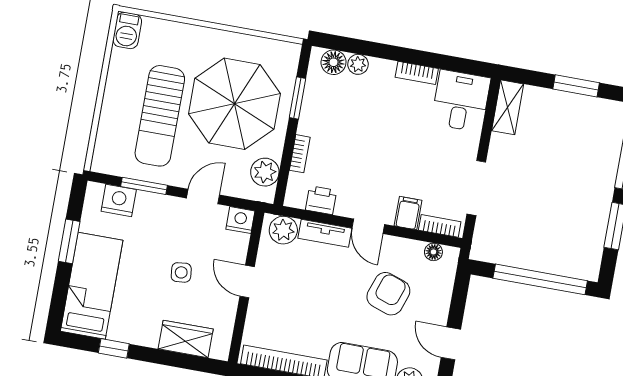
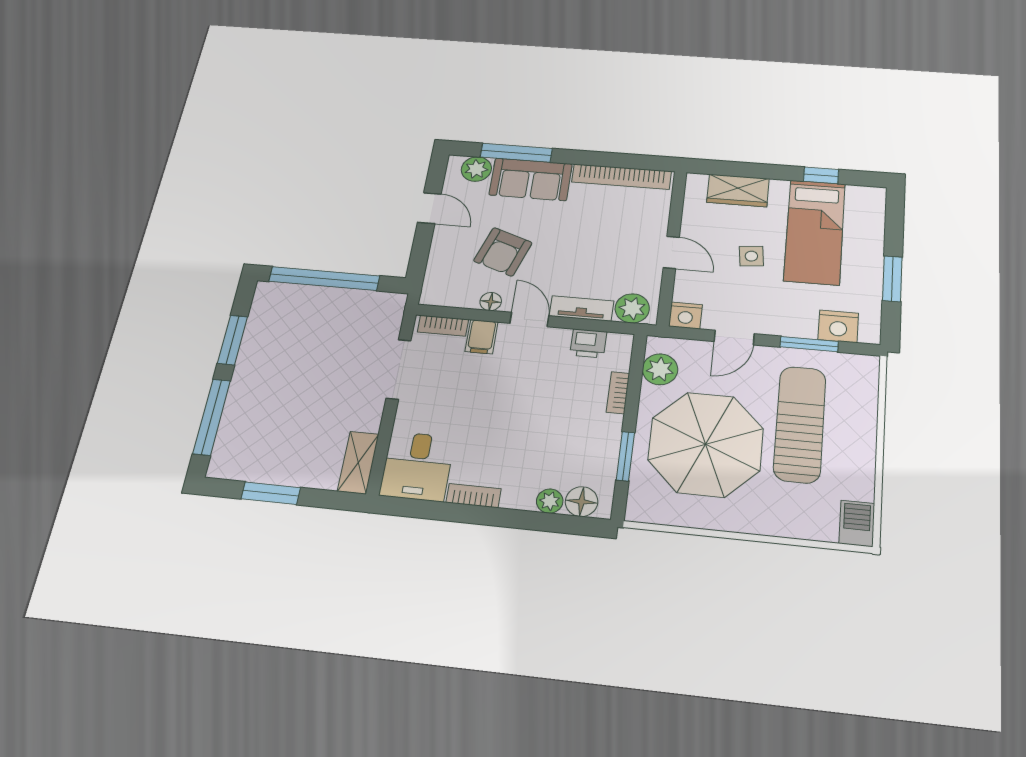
floor lamp: (433, 252) -> (491, 302), moved
bed: (92, 286) -> (815, 232), moved

